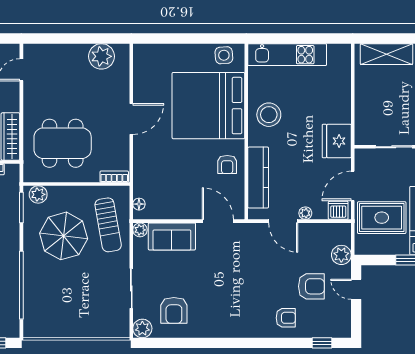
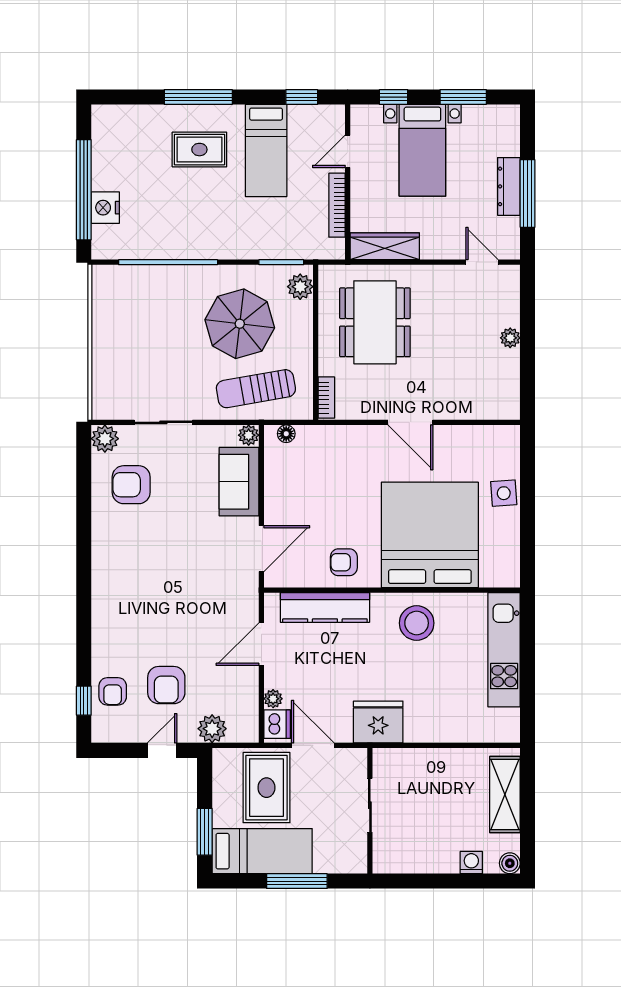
side table: (224, 55) -> (504, 493), moved
plant: (101, 56) -> (510, 338), moved, width x0.53, depth x0.53
plant: (305, 213) -> (273, 699), moved
armchair: (286, 318) -> (113, 691), moved

